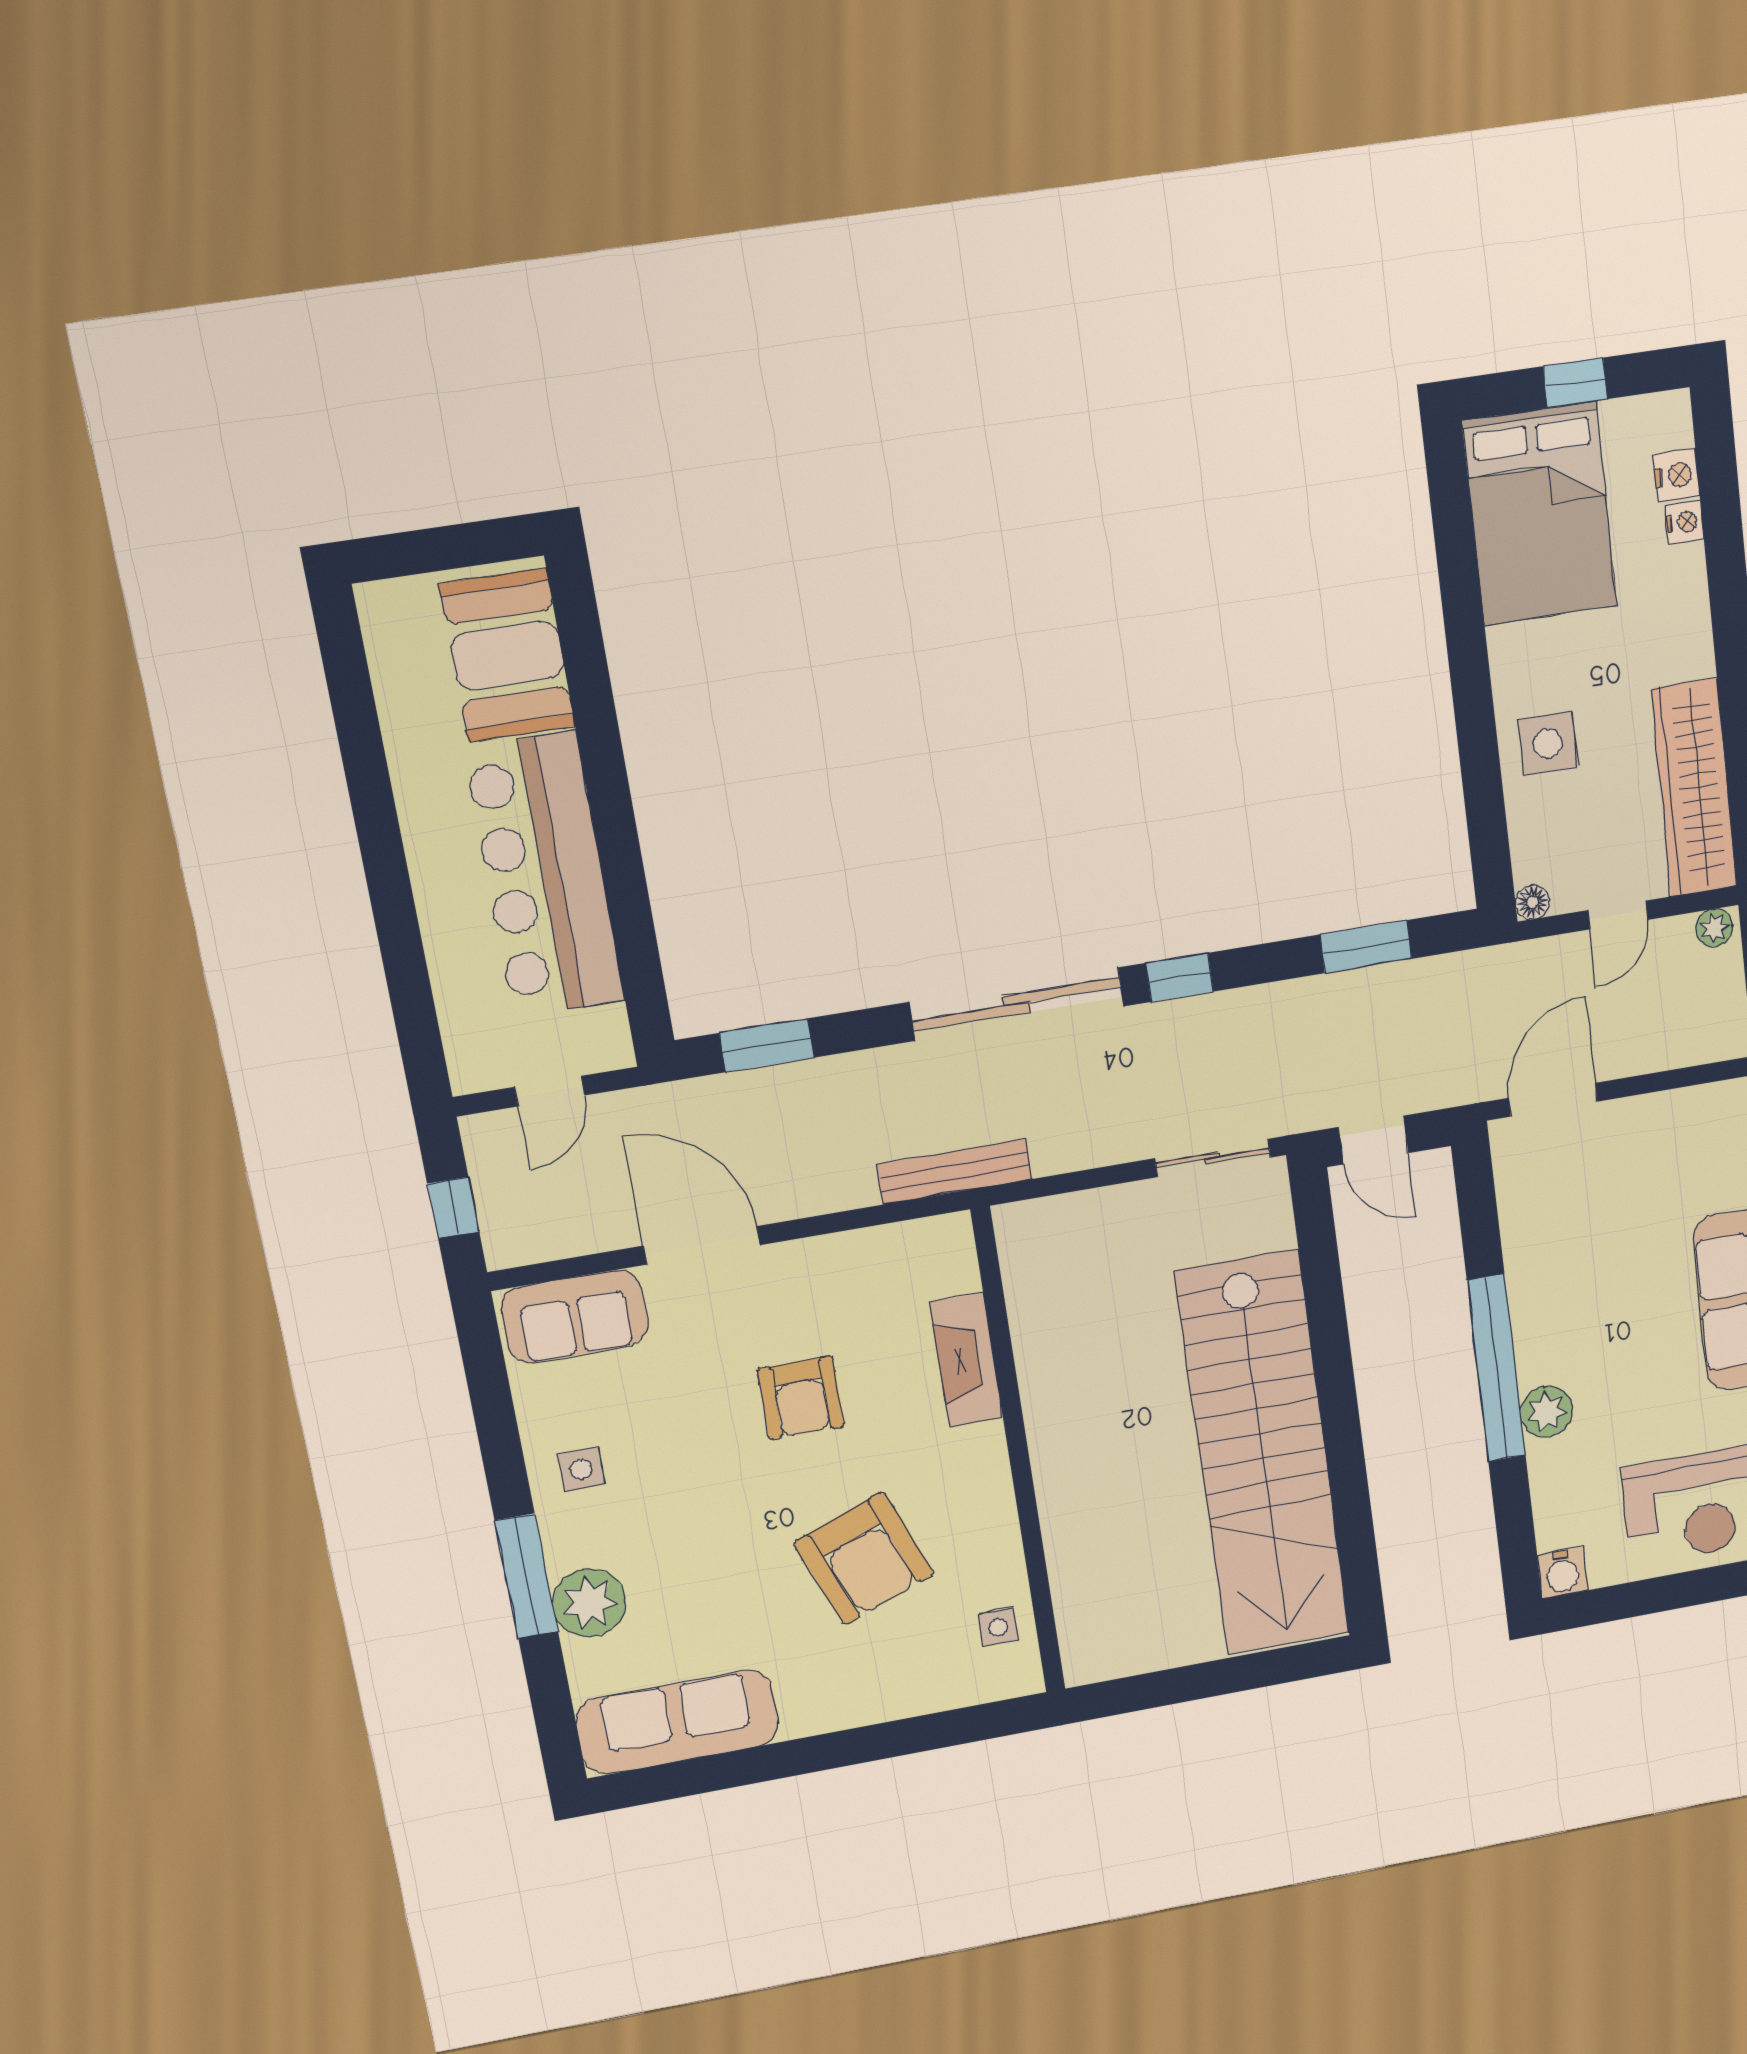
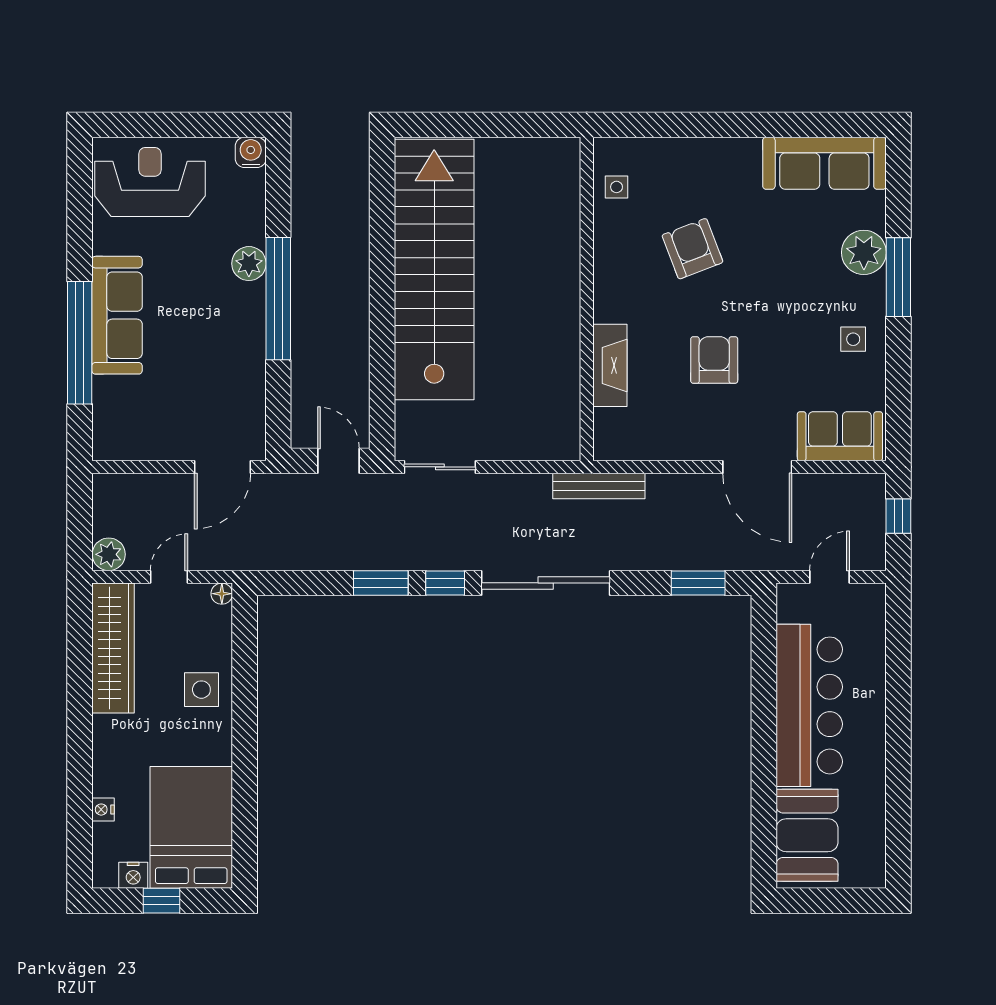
nightstand: (1677, 475) -> (133, 875), moved, turned -90
plant: (1714, 928) -> (109, 554), width x1.38, depth x1.38
window: (1366, 947) -> (381, 583), moved
armchair: (864, 1558) -> (693, 249), width x0.73, depth x0.73

